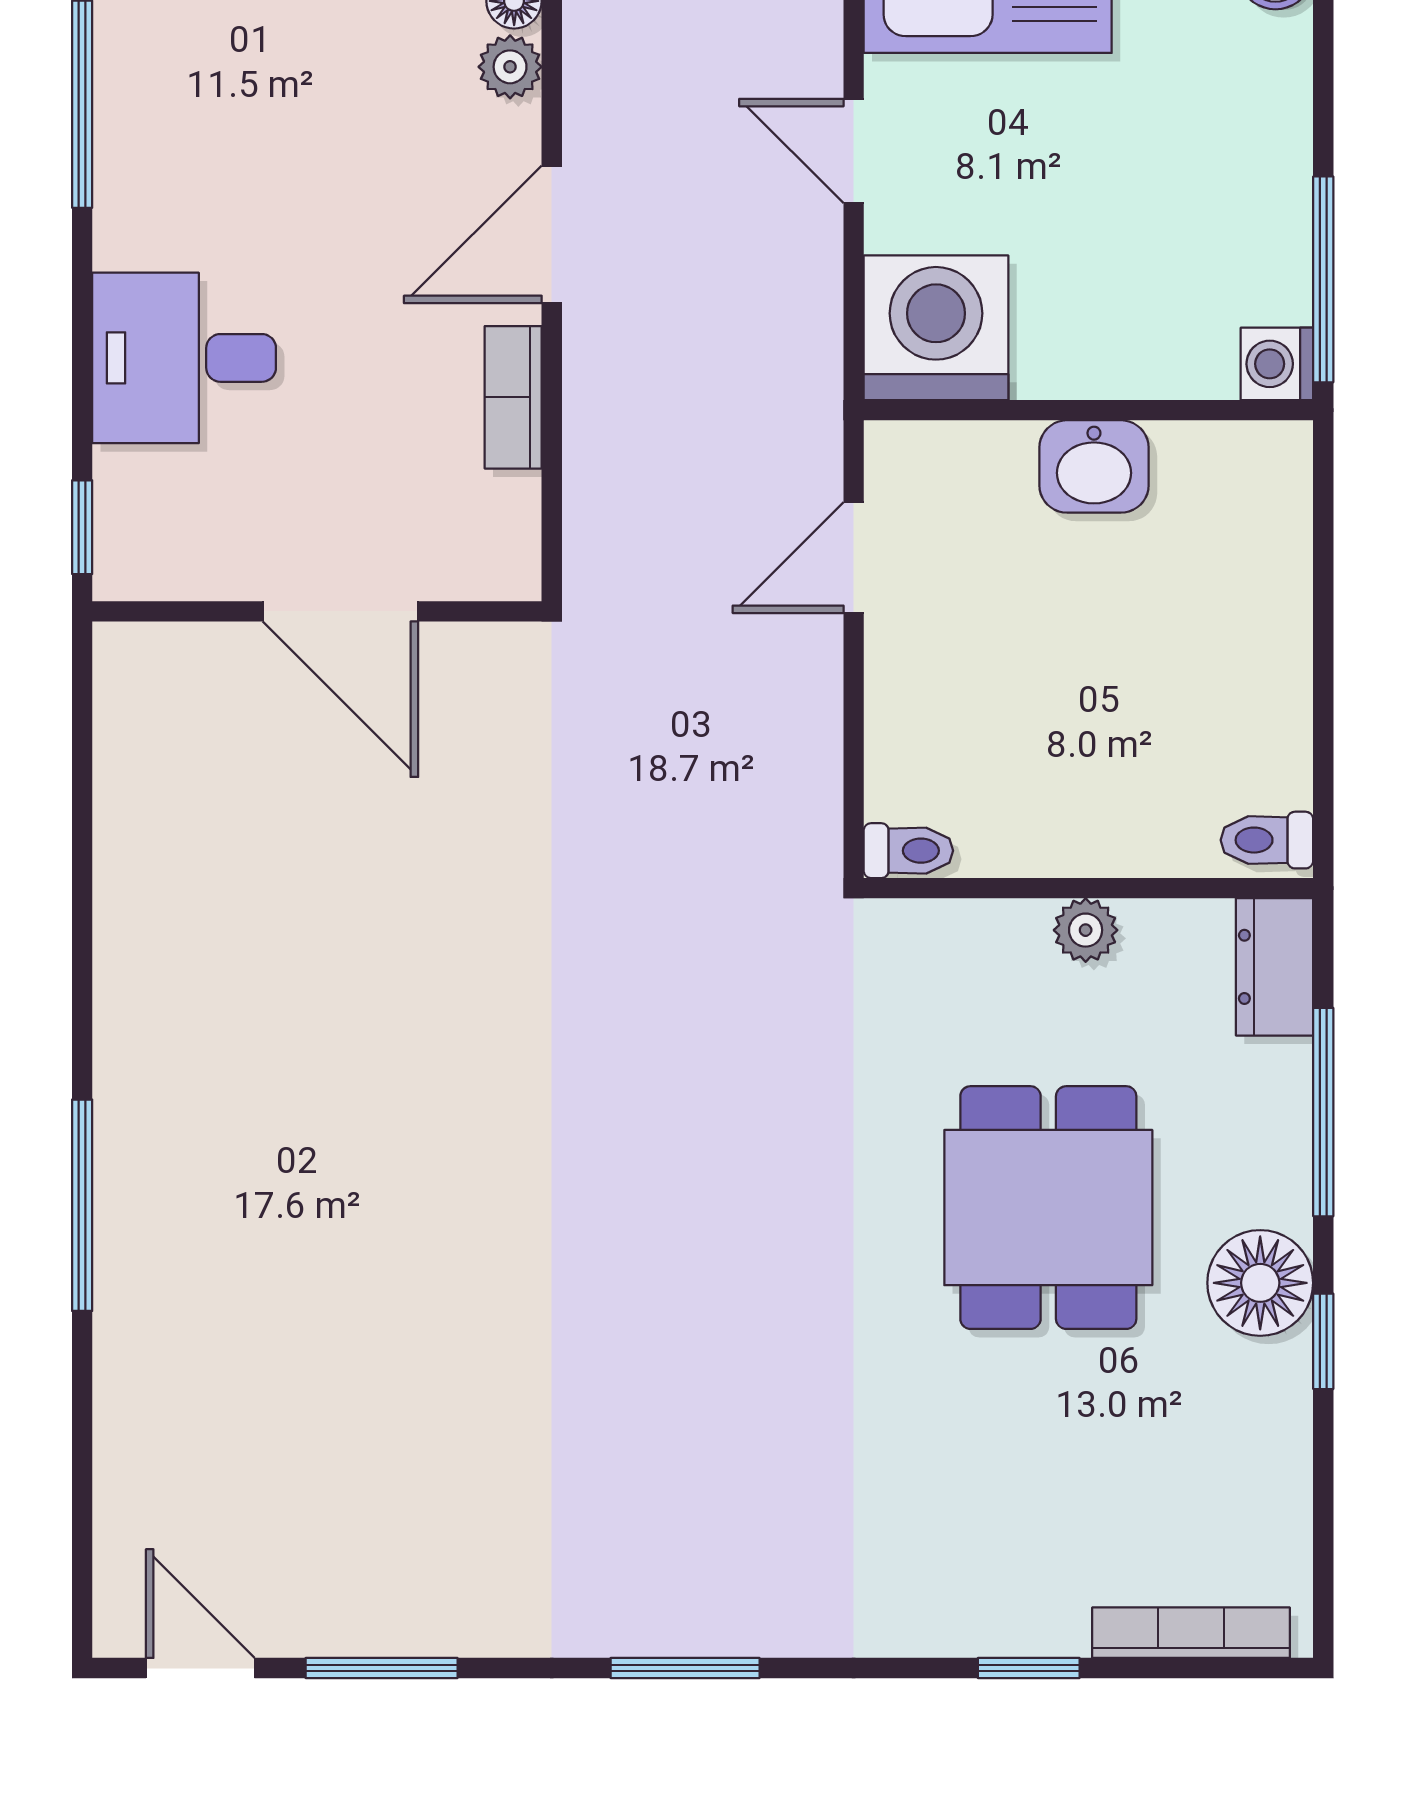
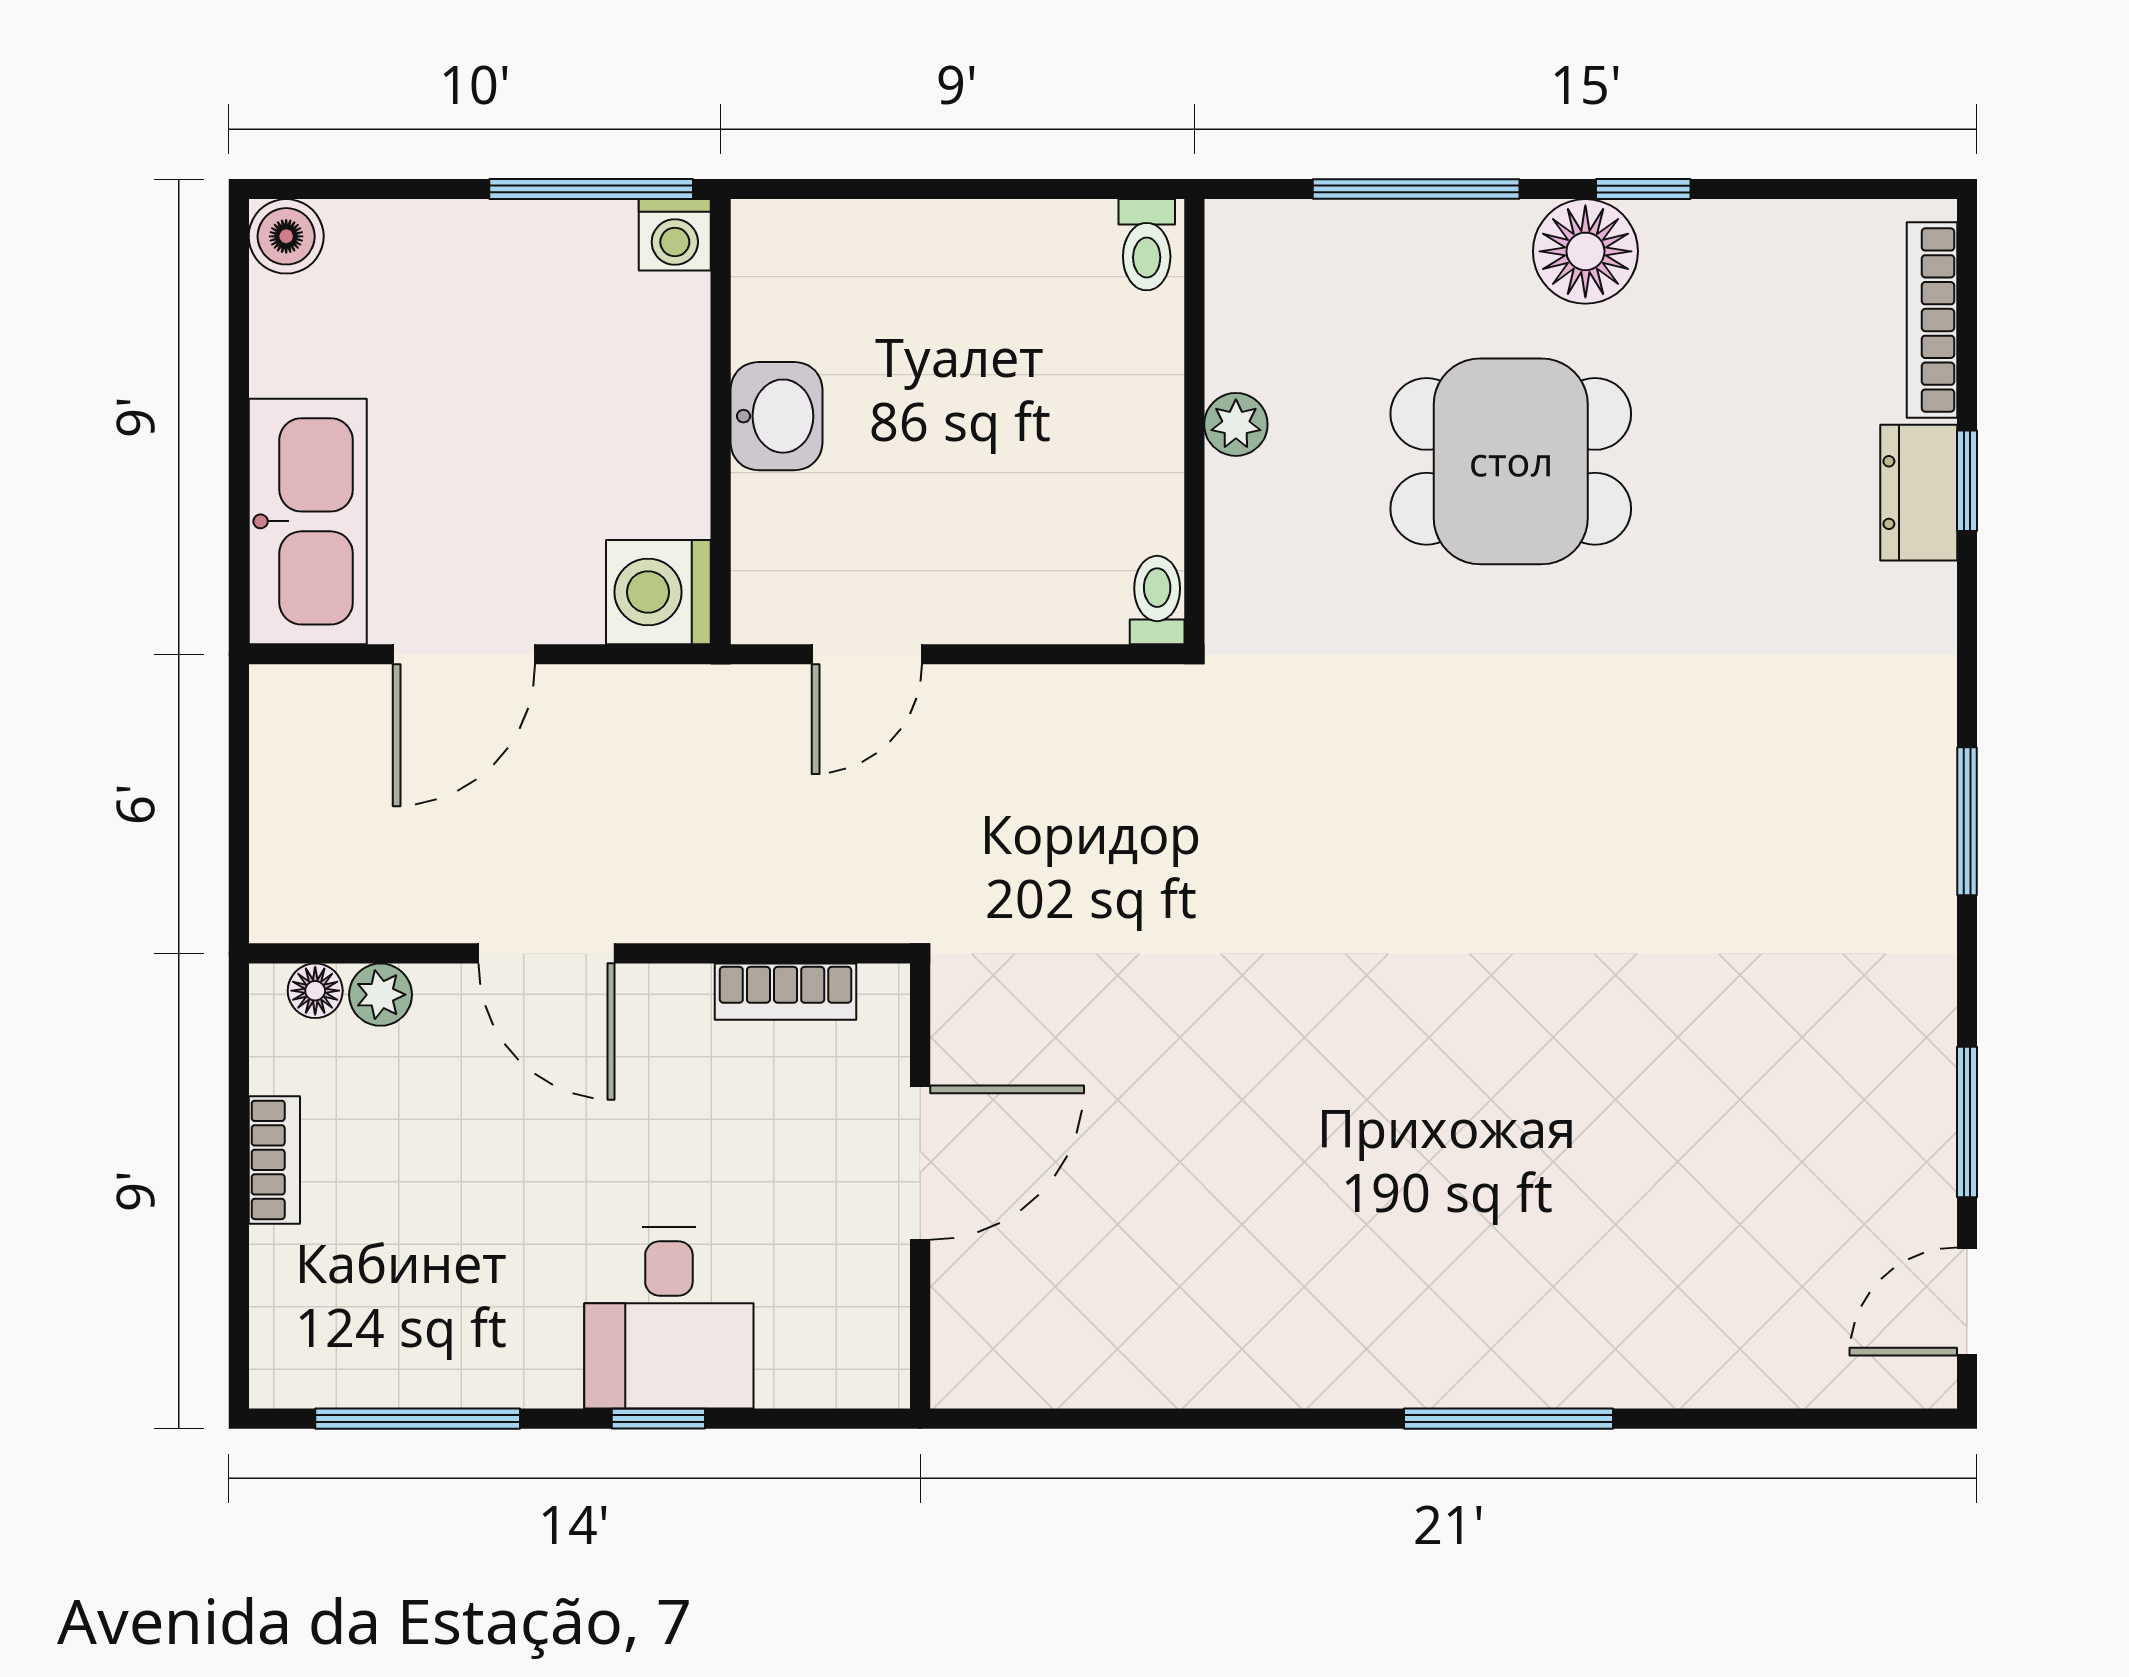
door: (854, 151) -> (464, 654), width x1.38
washing machine: (936, 328) -> (658, 592), width x0.73, depth x0.73
bookcase: (513, 397) -> (786, 992), moved
window: (82, 527) -> (658, 1419), moved
door: (854, 558) -> (867, 654), hinge flipped
dresser: (1275, 967) -> (1919, 493), moved, turned 90

